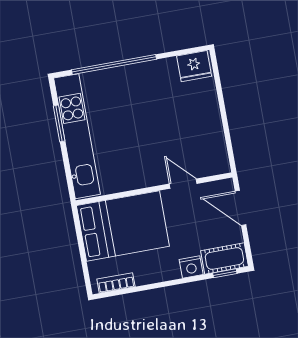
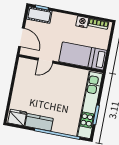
kitchen counter: (153, 73) -> (39, 122), added
door: (183, 184) -> (45, 61), hinge flipped
bed: (123, 226) -> (83, 56), width x0.67
nightstand: (191, 267) -> (82, 22), moved

